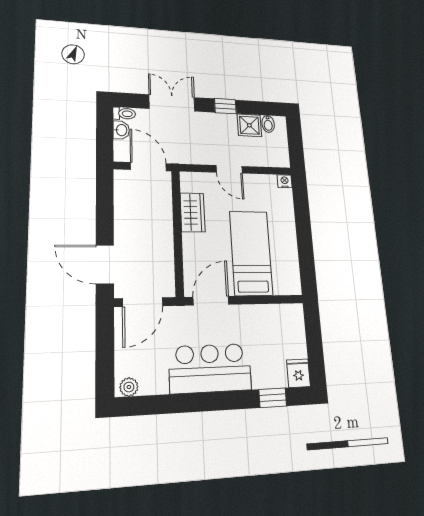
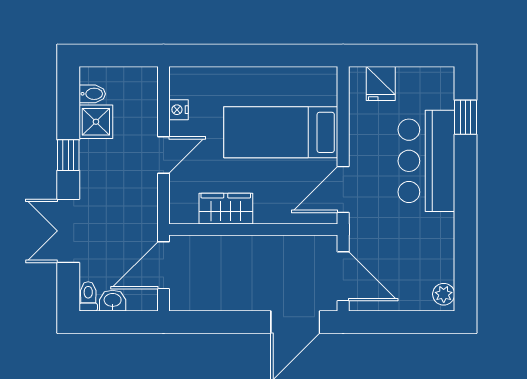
nightstand: (285, 181) -> (178, 110), moved
door: (211, 301) -> (343, 190), hinge flipped
bar counter: (210, 368) -> (426, 161), moved
fridge: (298, 373) -> (381, 83), moved, turned -90

